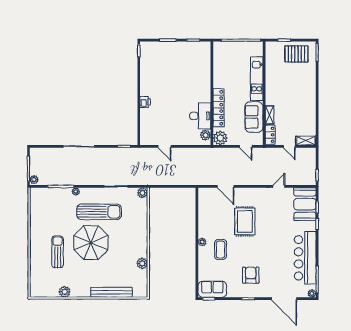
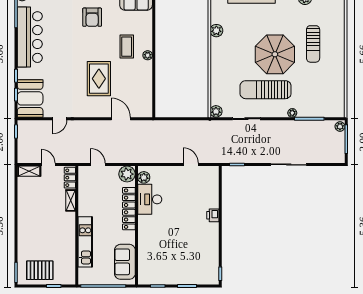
sofa: (254, 117) -> (125, 262), moved, turned 180

